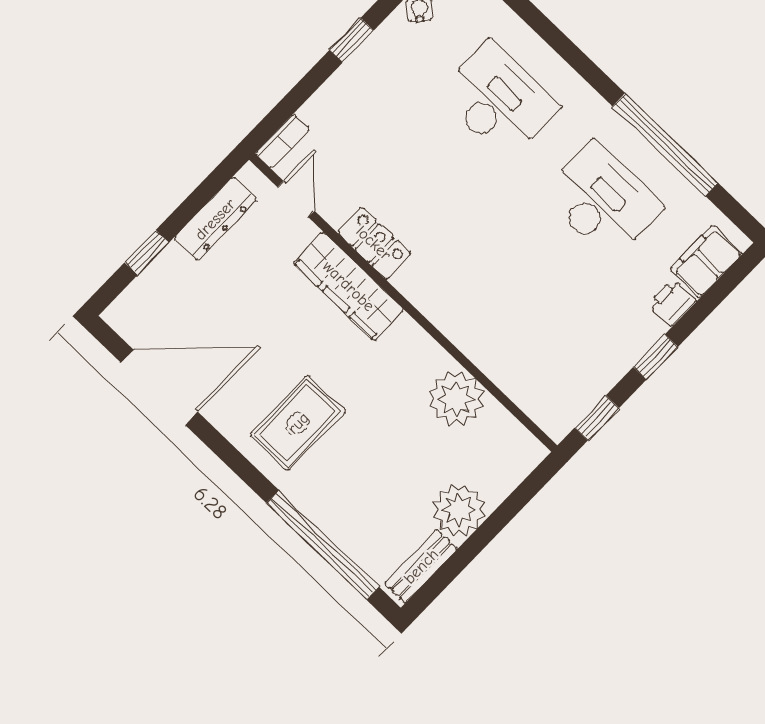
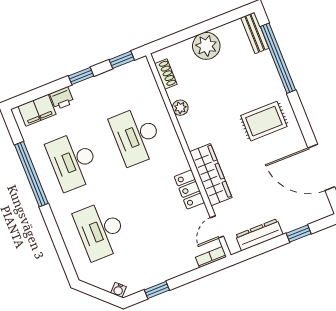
desk: (510, 296) -> (136, 136), added
plant: (456, 399) -> (180, 108), width x0.53, depth x0.53
shoe rack: (508, 428) -> (166, 74), added
bench: (421, 566) -> (255, 33), moved, turned 90

